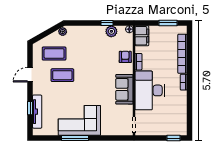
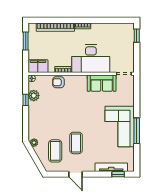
sofa: (124, 89) -> (102, 83), moved
window: (30, 108) -> (118, 174), moved

